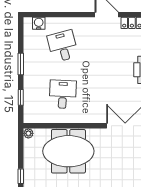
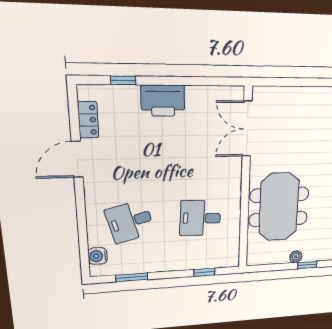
window: (21, 64) -> (132, 277), moved
plant: (28, 133) -> (296, 257), moved

